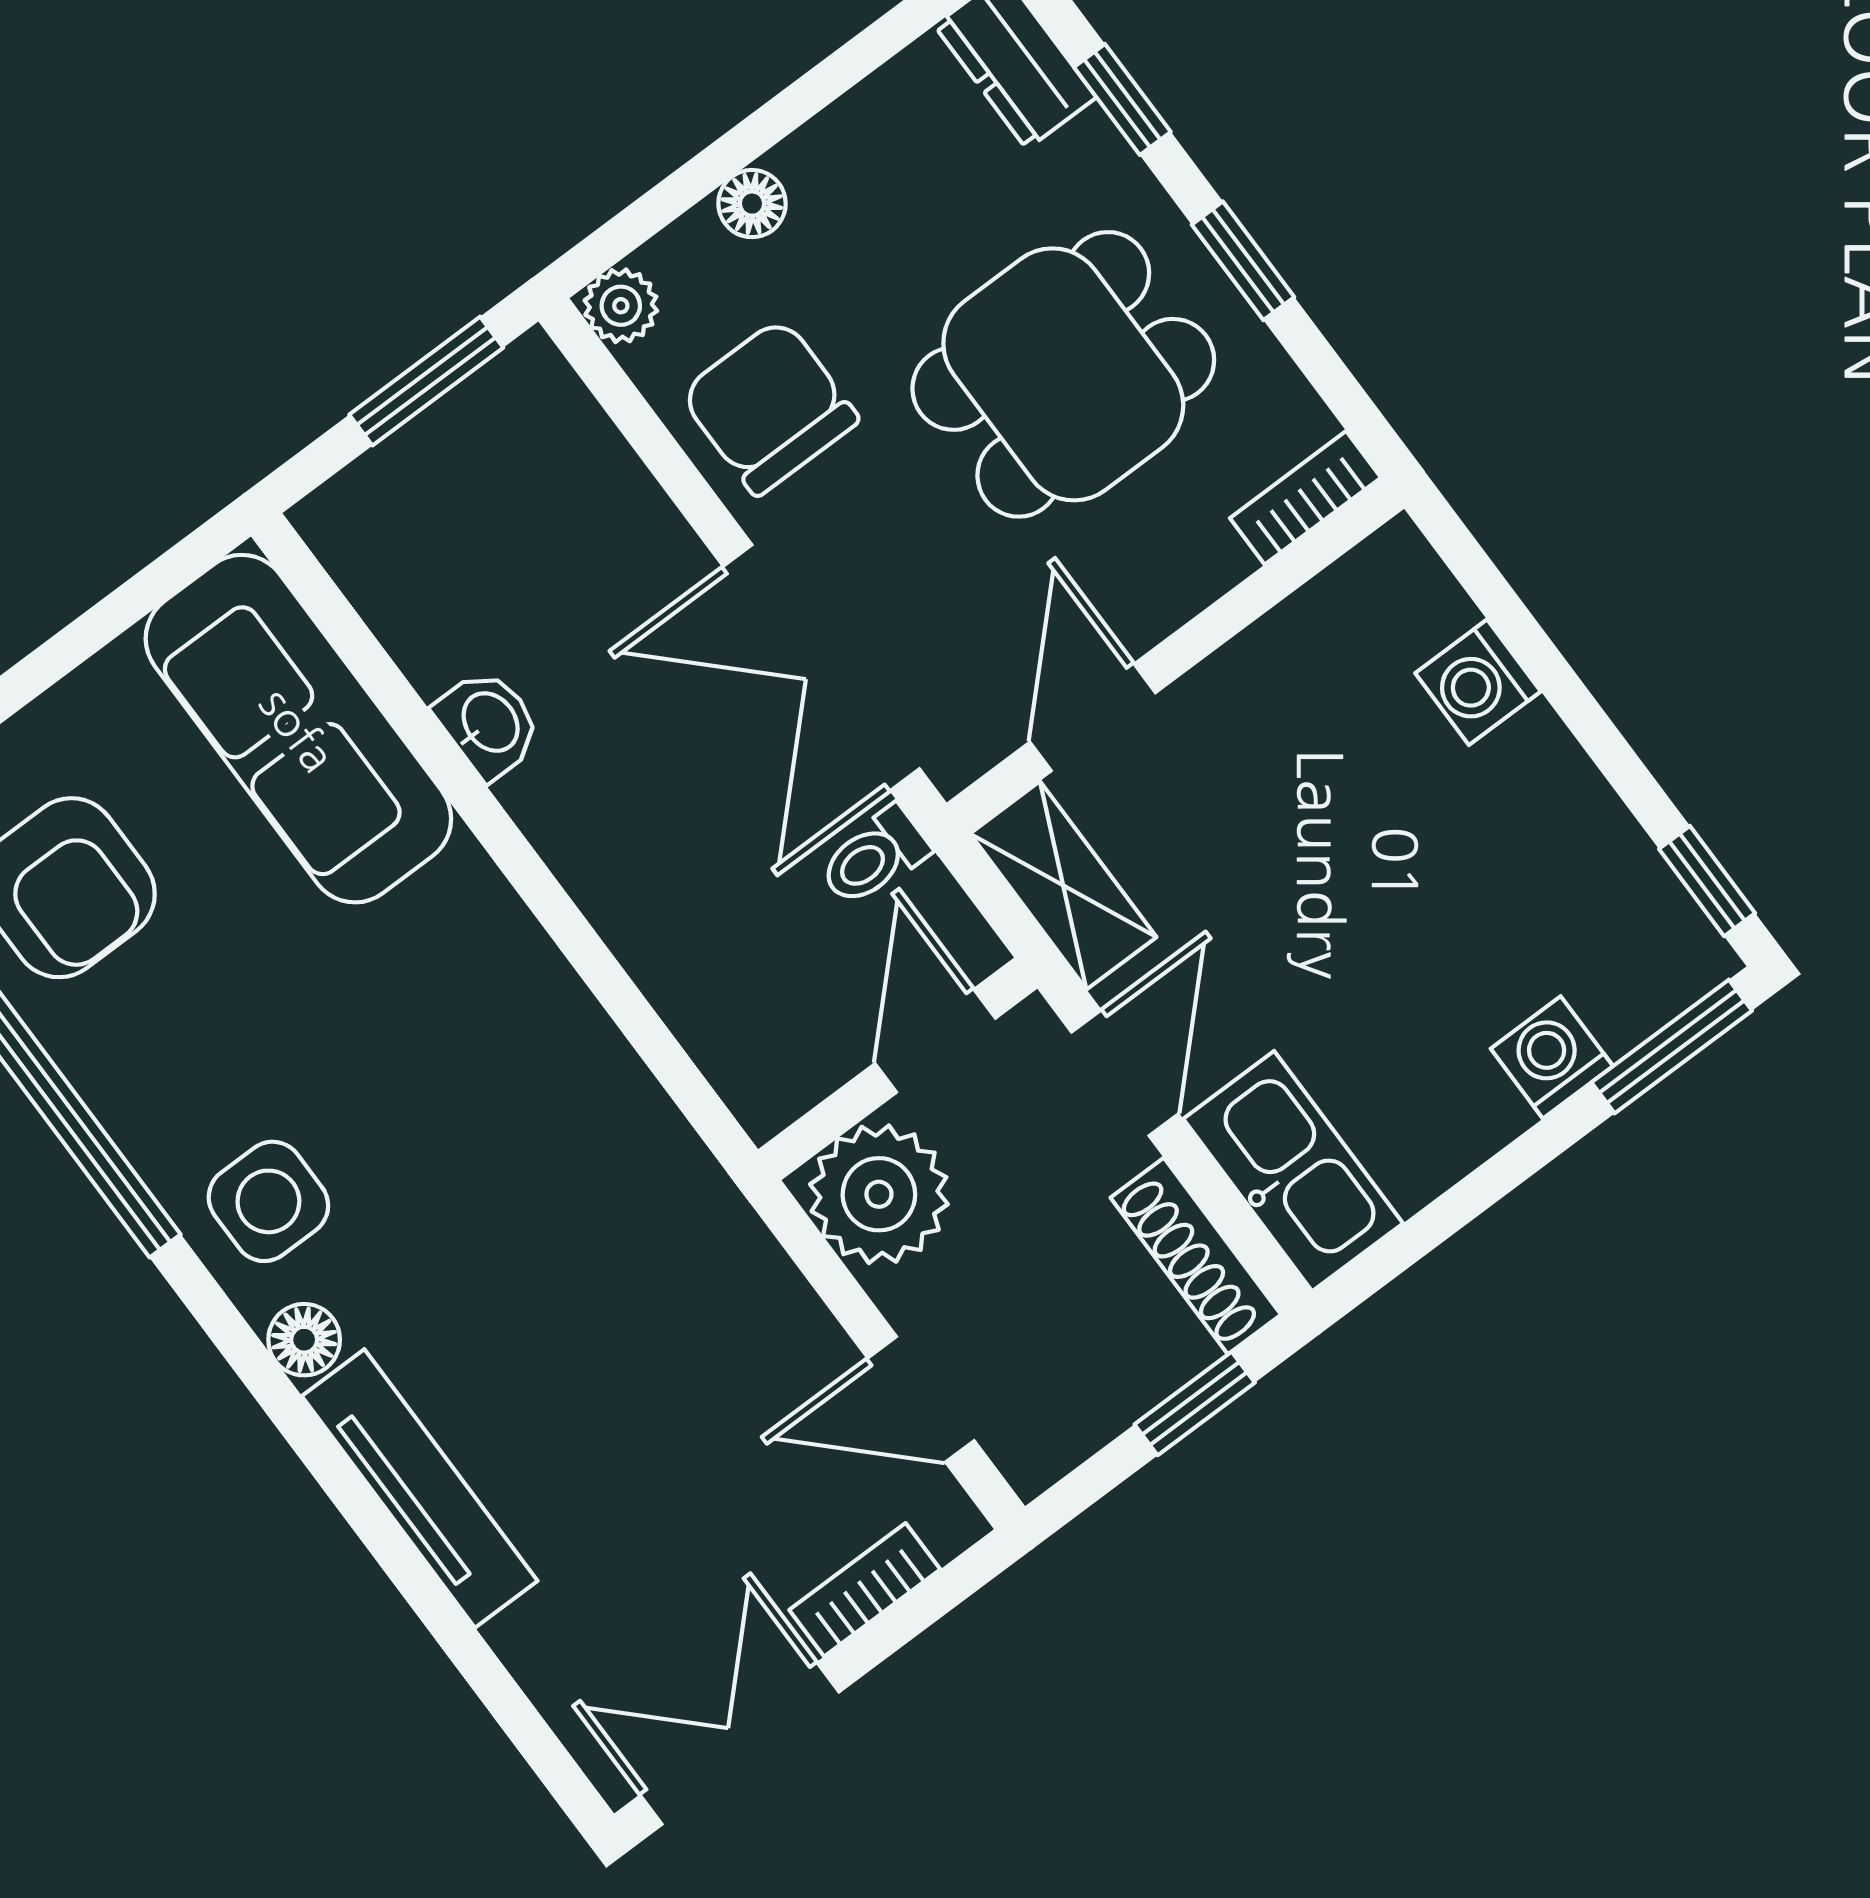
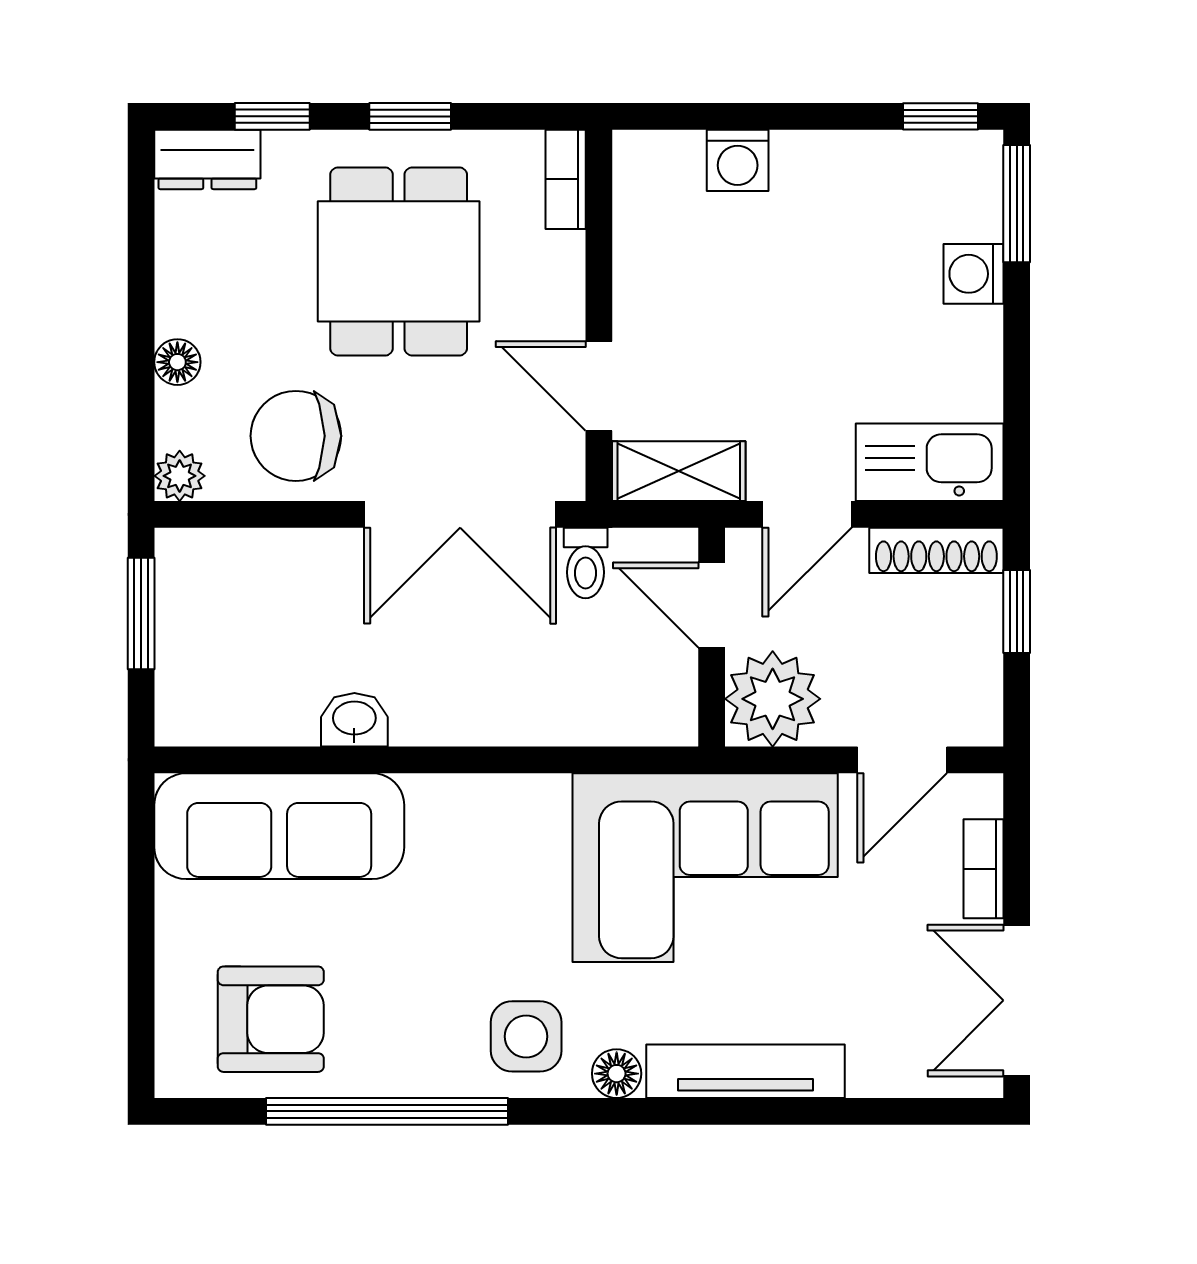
door: (1125, 1073) -> (807, 514), swing flipped
corner sofa: (623, 1263) -> (705, 868), added

